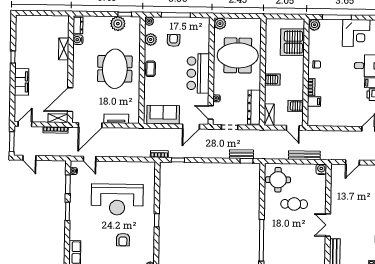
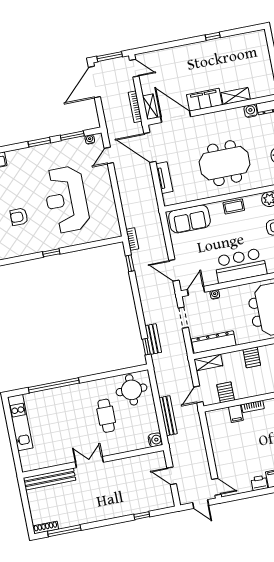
filing cabinet: (22, 82) -> (204, 100), moved, turned 180
sofa: (163, 115) -> (189, 219), moved, turned 90
door: (29, 158) -> (94, 82), width x1.87

